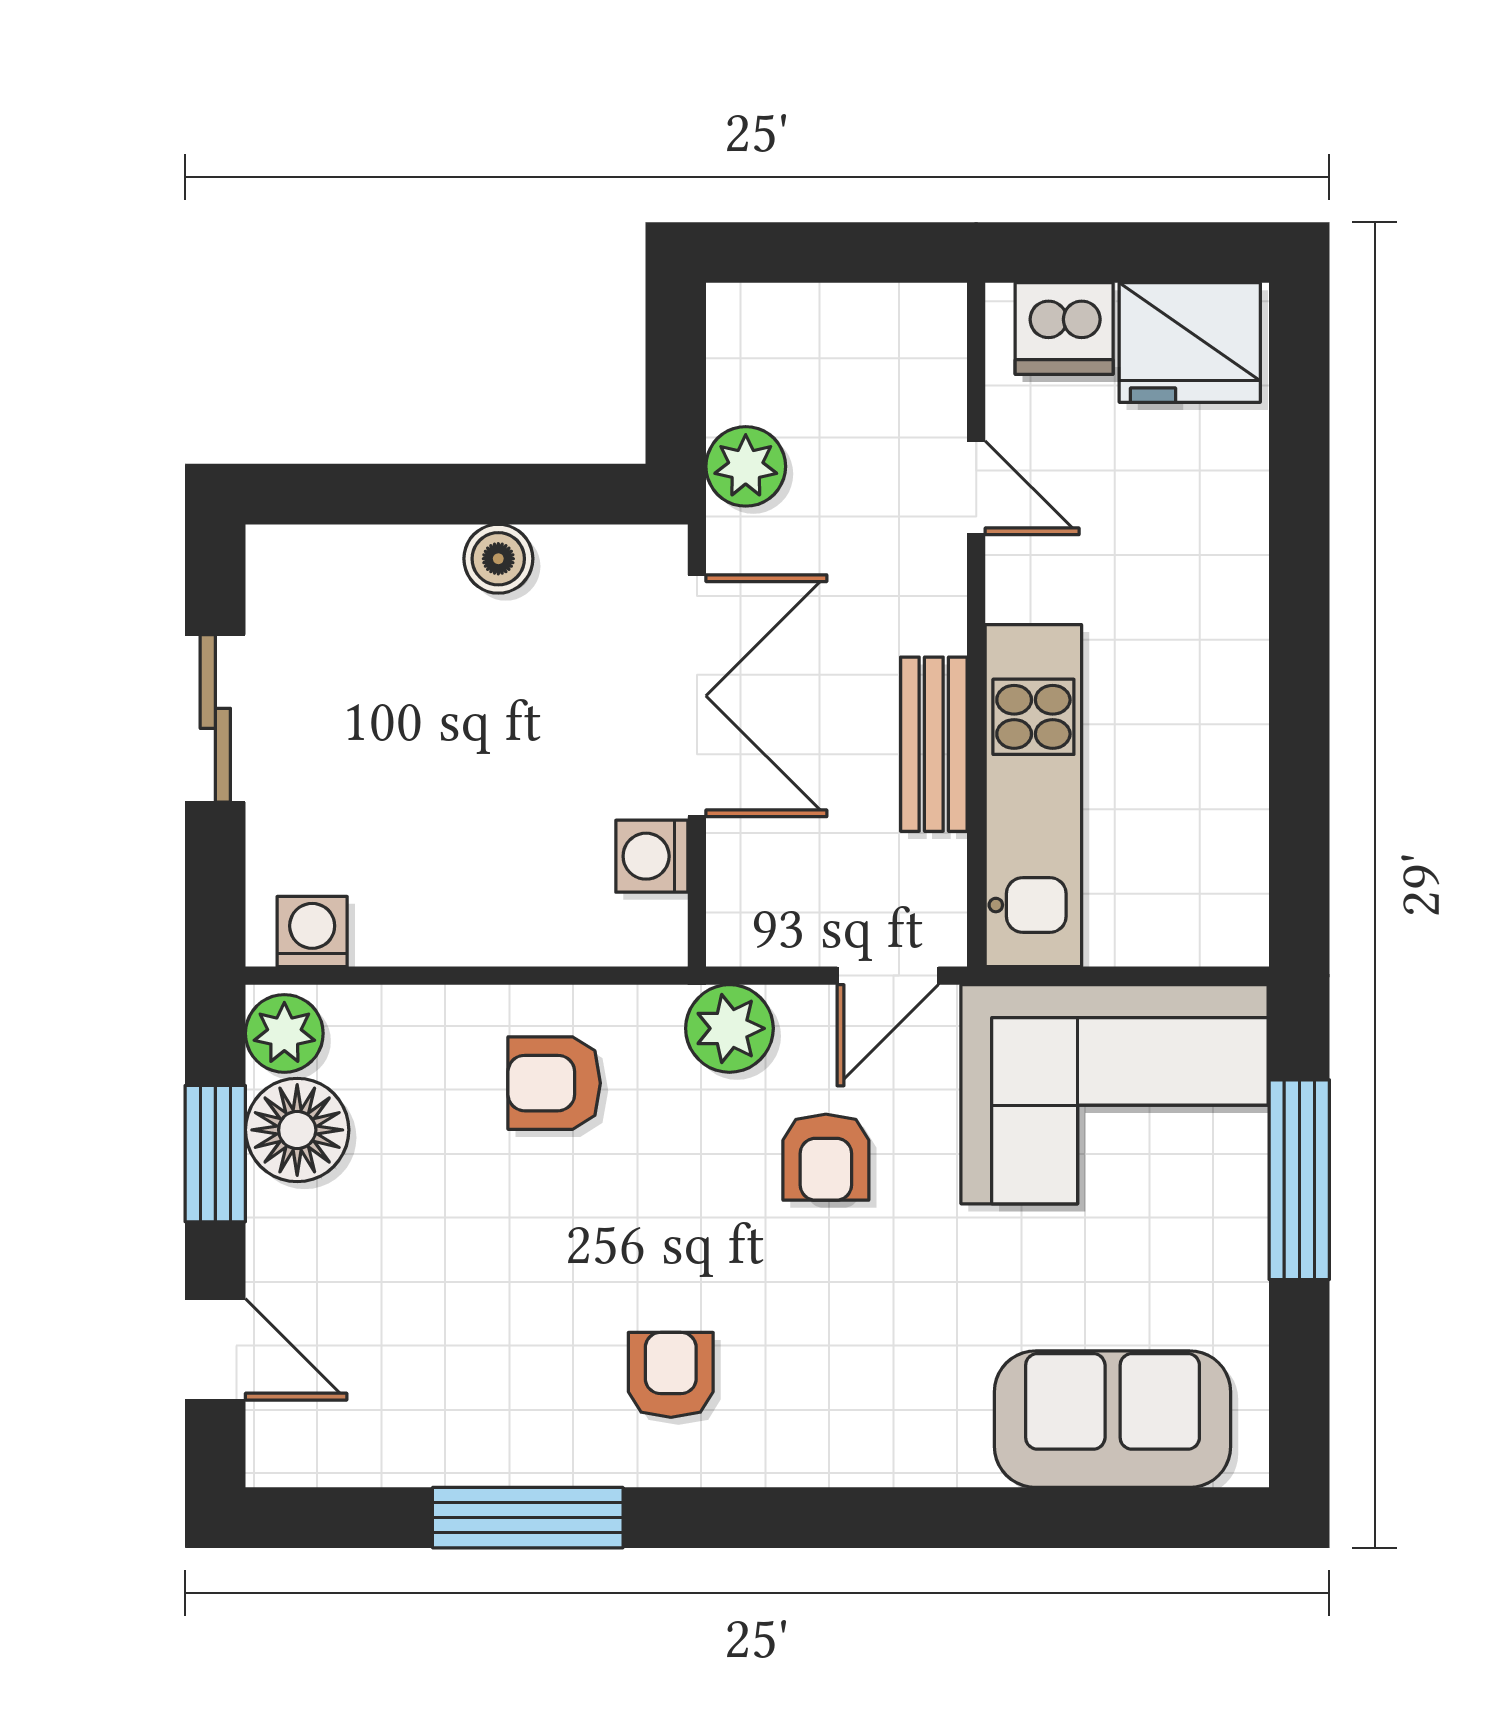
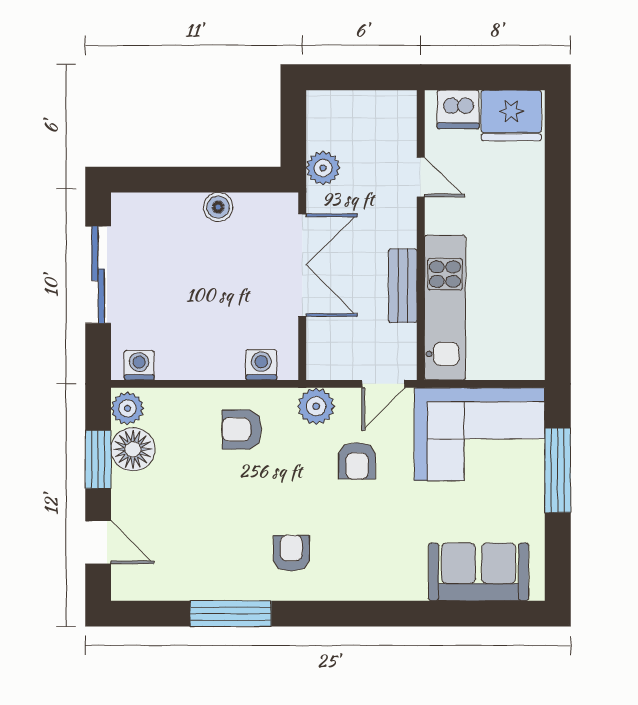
sliding door: (215, 718) -> (98, 275), width x1.37
washing machine: (652, 856) -> (261, 365), moved, turned 90

